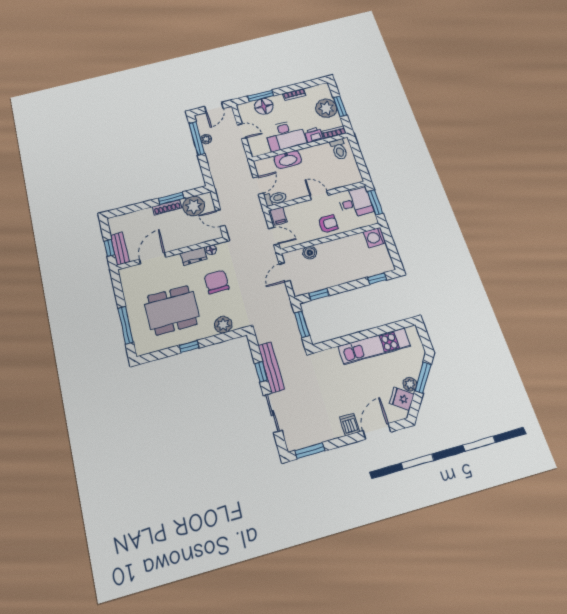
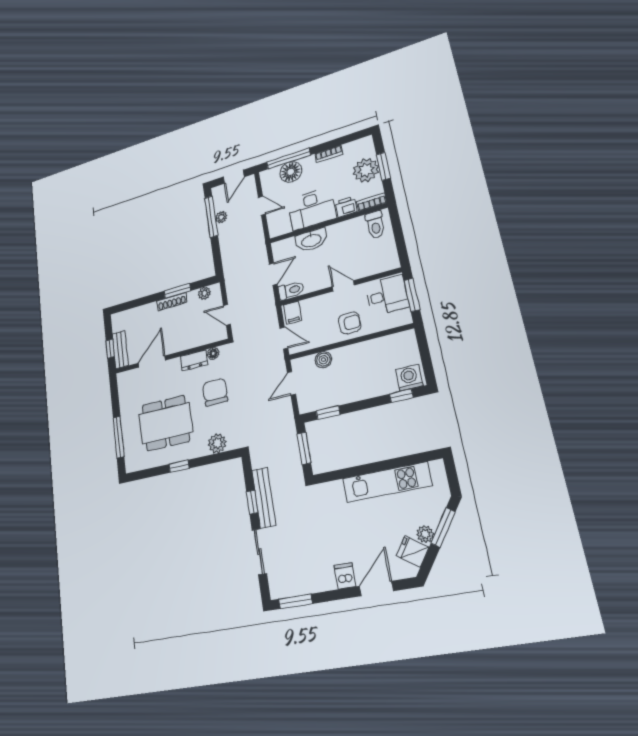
window: (261, 96) -> (288, 158), width x1.44
plant: (194, 206) -> (204, 293), width x0.53, depth x0.53
washing machine: (375, 237) -> (409, 378), moved, turned 90

